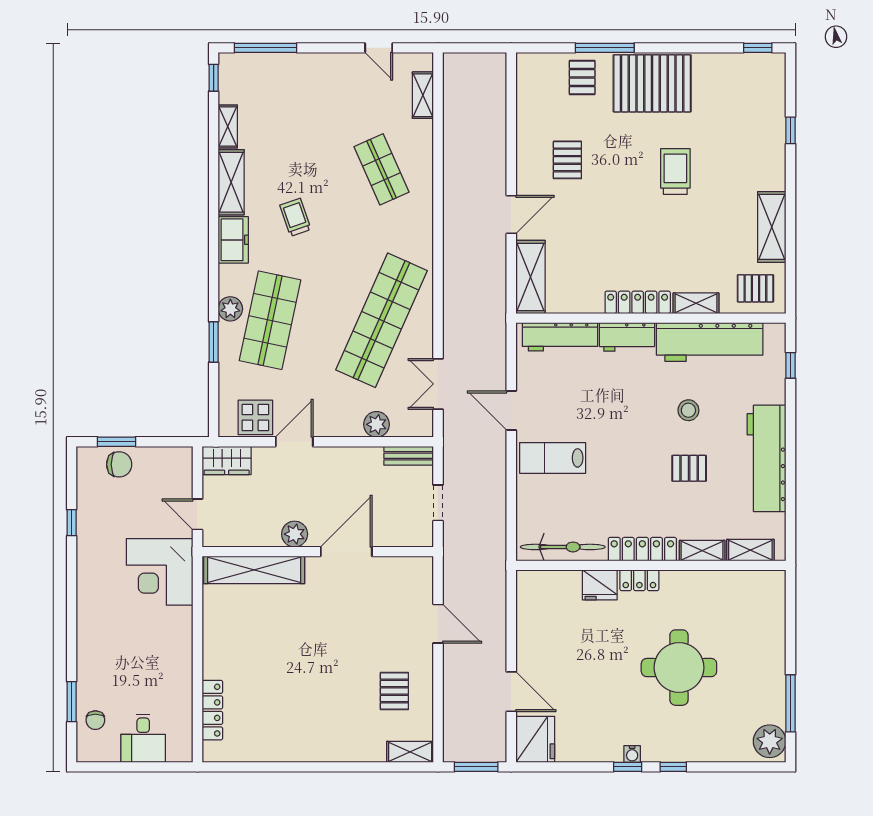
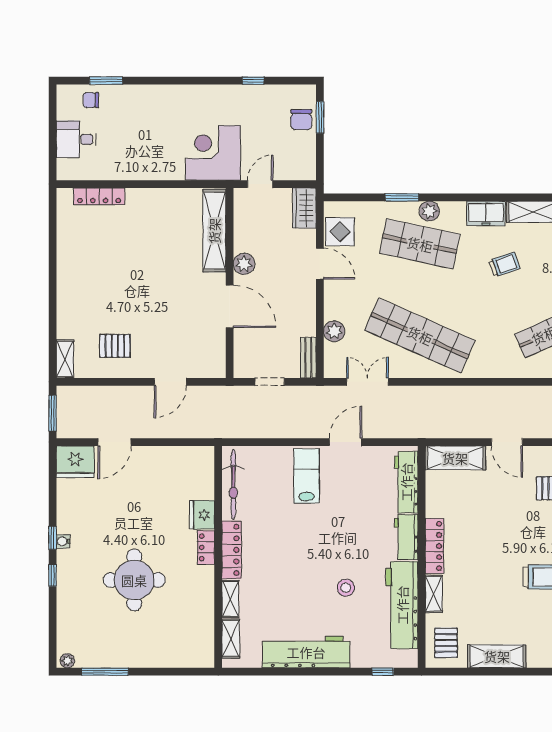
pallet: (689, 468) -> (298, 588), removed
plant: (770, 741) -> (67, 661), width x0.53, depth x0.53

